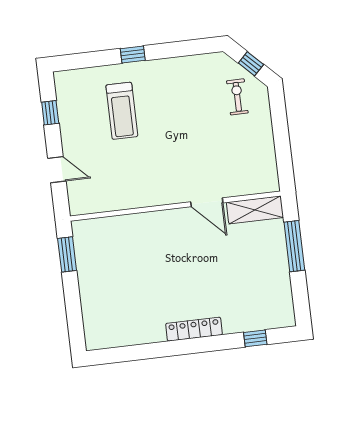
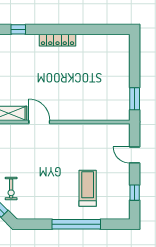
window: (133, 55) -> (76, 224), width x3.17

